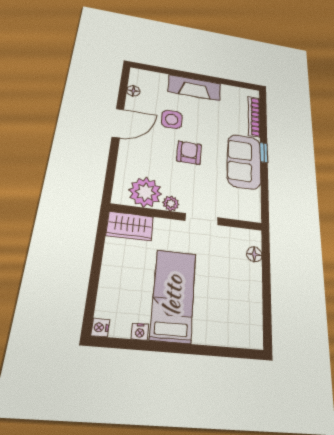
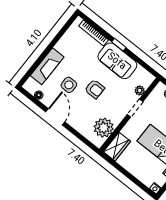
fireplace: (195, 88) -> (47, 66), moved
armchair: (189, 153) -> (95, 89), turned 180
plant: (171, 203) -> (140, 91), moved

